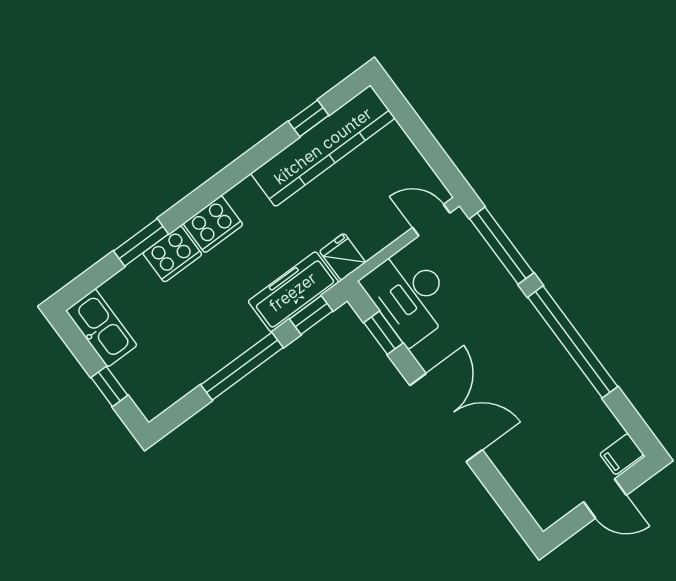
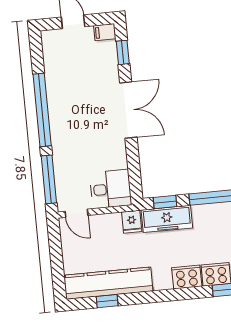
desk: (409, 295) -> (111, 189), width x0.73
window: (383, 333) -> (123, 52), moved
double door: (446, 418) -> (128, 110), swing flipped
filing cabinet: (622, 454) -> (105, 32), moved, turned 180

